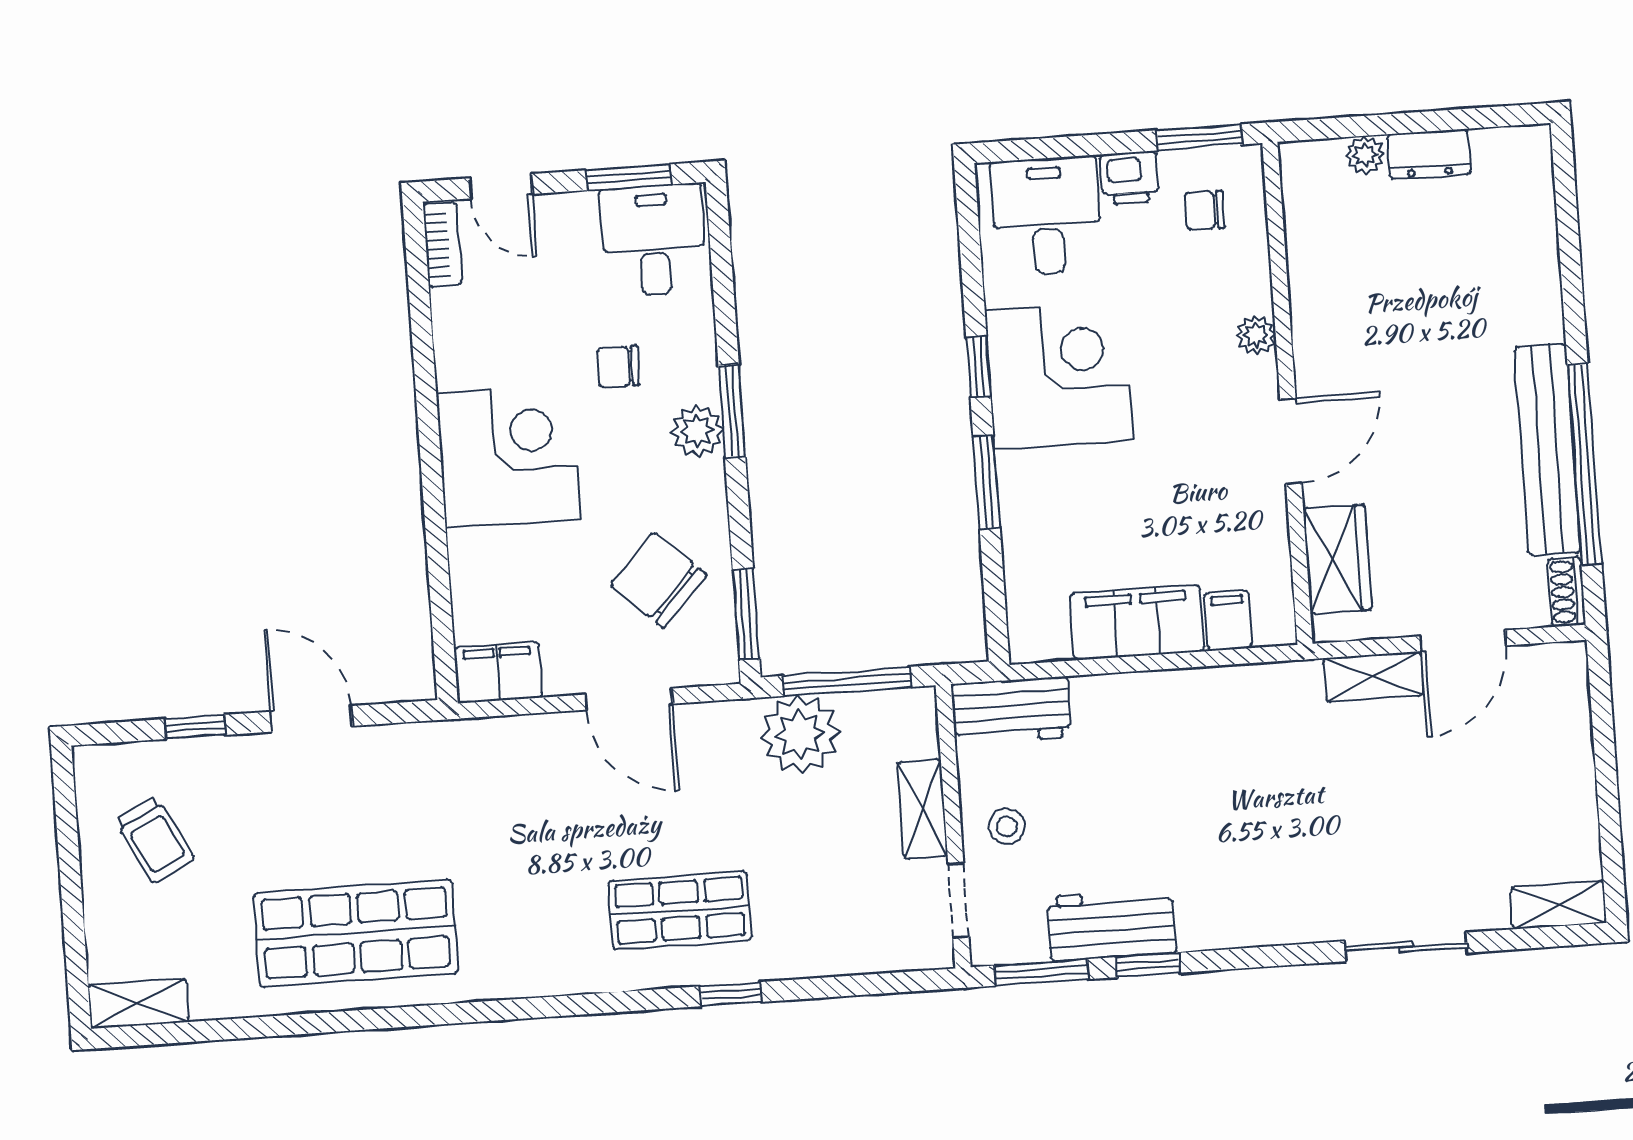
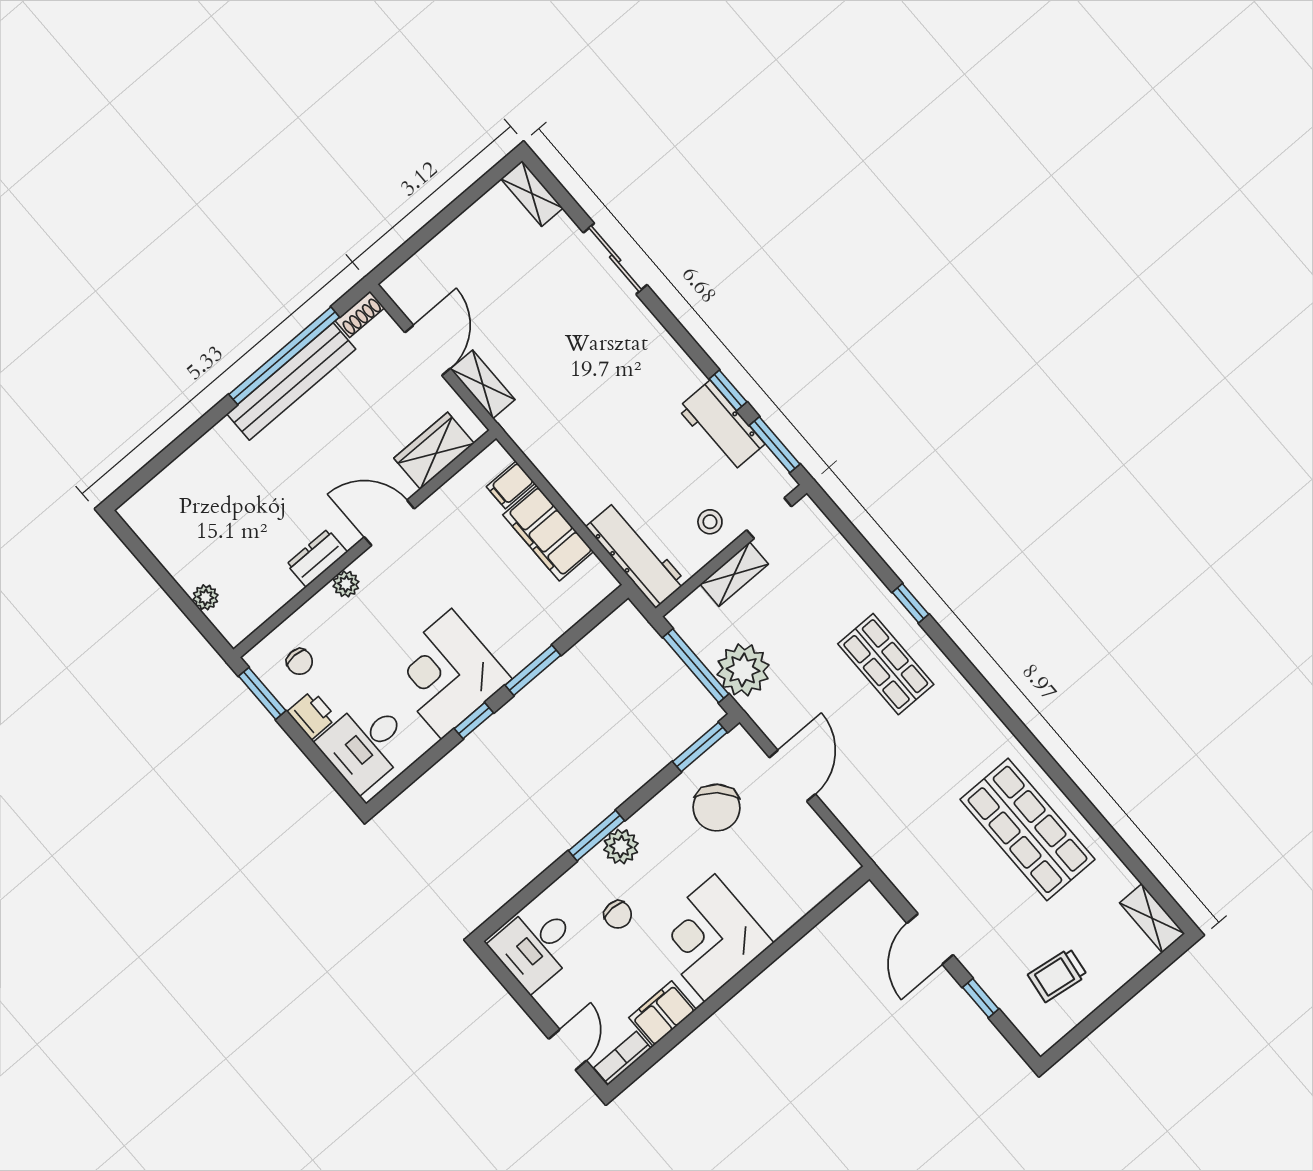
dresser: (1429, 154) -> (317, 558), moved, turned -90
window: (628, 177) -> (512, 985), removed
door: (1463, 641) -> (428, 350), hinge flipped
filing cabinet: (498, 672) -> (662, 1014), moved, turned 90
workbench: (1011, 710) -> (636, 555), width x1.38
trolley: (155, 840) -> (1058, 975), turned -145

